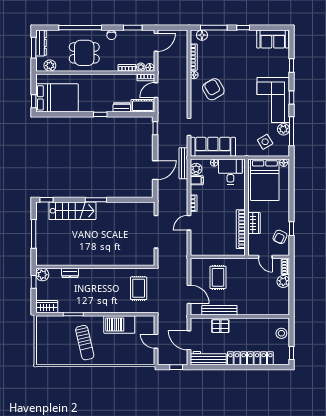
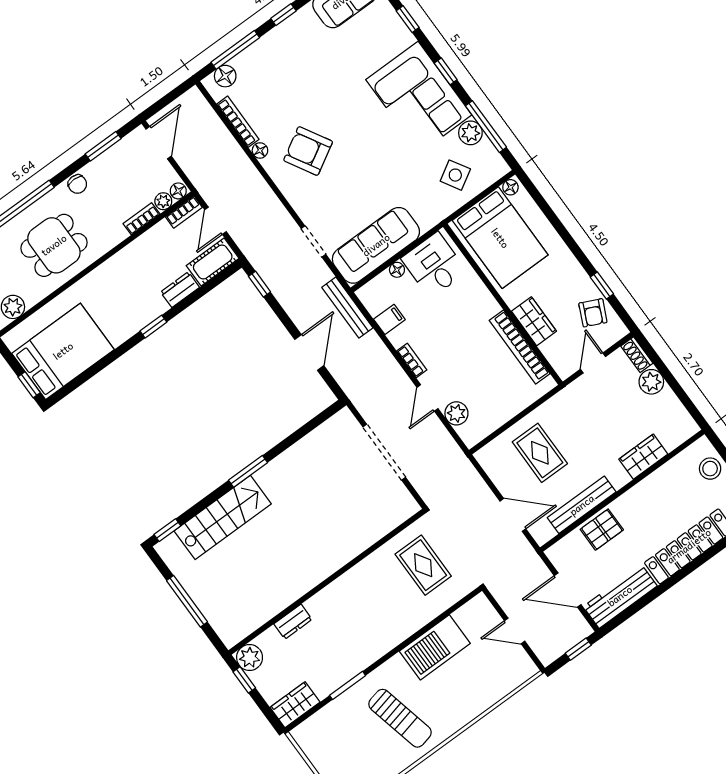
plant: (196, 169) -> (456, 413), moved
door: (265, 257) -> (593, 363), swing flipped
wardrobe: (258, 309) -> (643, 457), added

